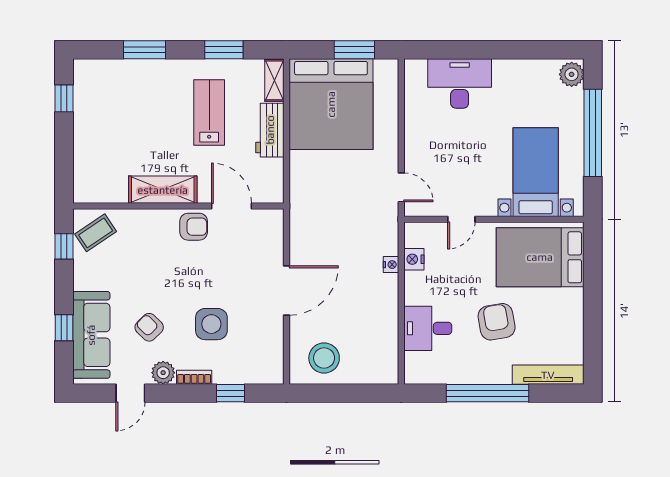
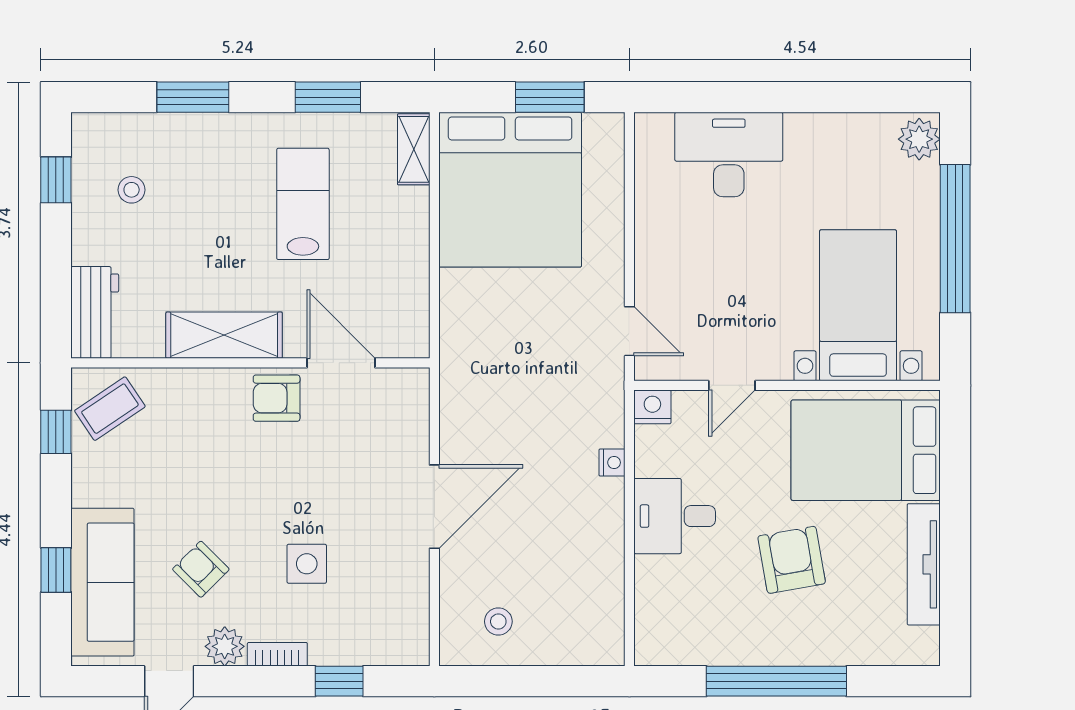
stool: (108, 104) -> (132, 190), added
workbench: (270, 130) -> (95, 312), moved, turned 180
armchair: (194, 227) -> (277, 398), turned 180
nightstand: (414, 259) -> (652, 407), moved, turned 90
side table: (211, 324) -> (307, 564), width x0.73, depth x0.73
desk: (428, 328) -> (675, 516), moved
stool: (324, 358) -> (498, 621), width x0.53, depth x0.53
tv unit: (548, 375) -> (924, 564), moved, turned -90

